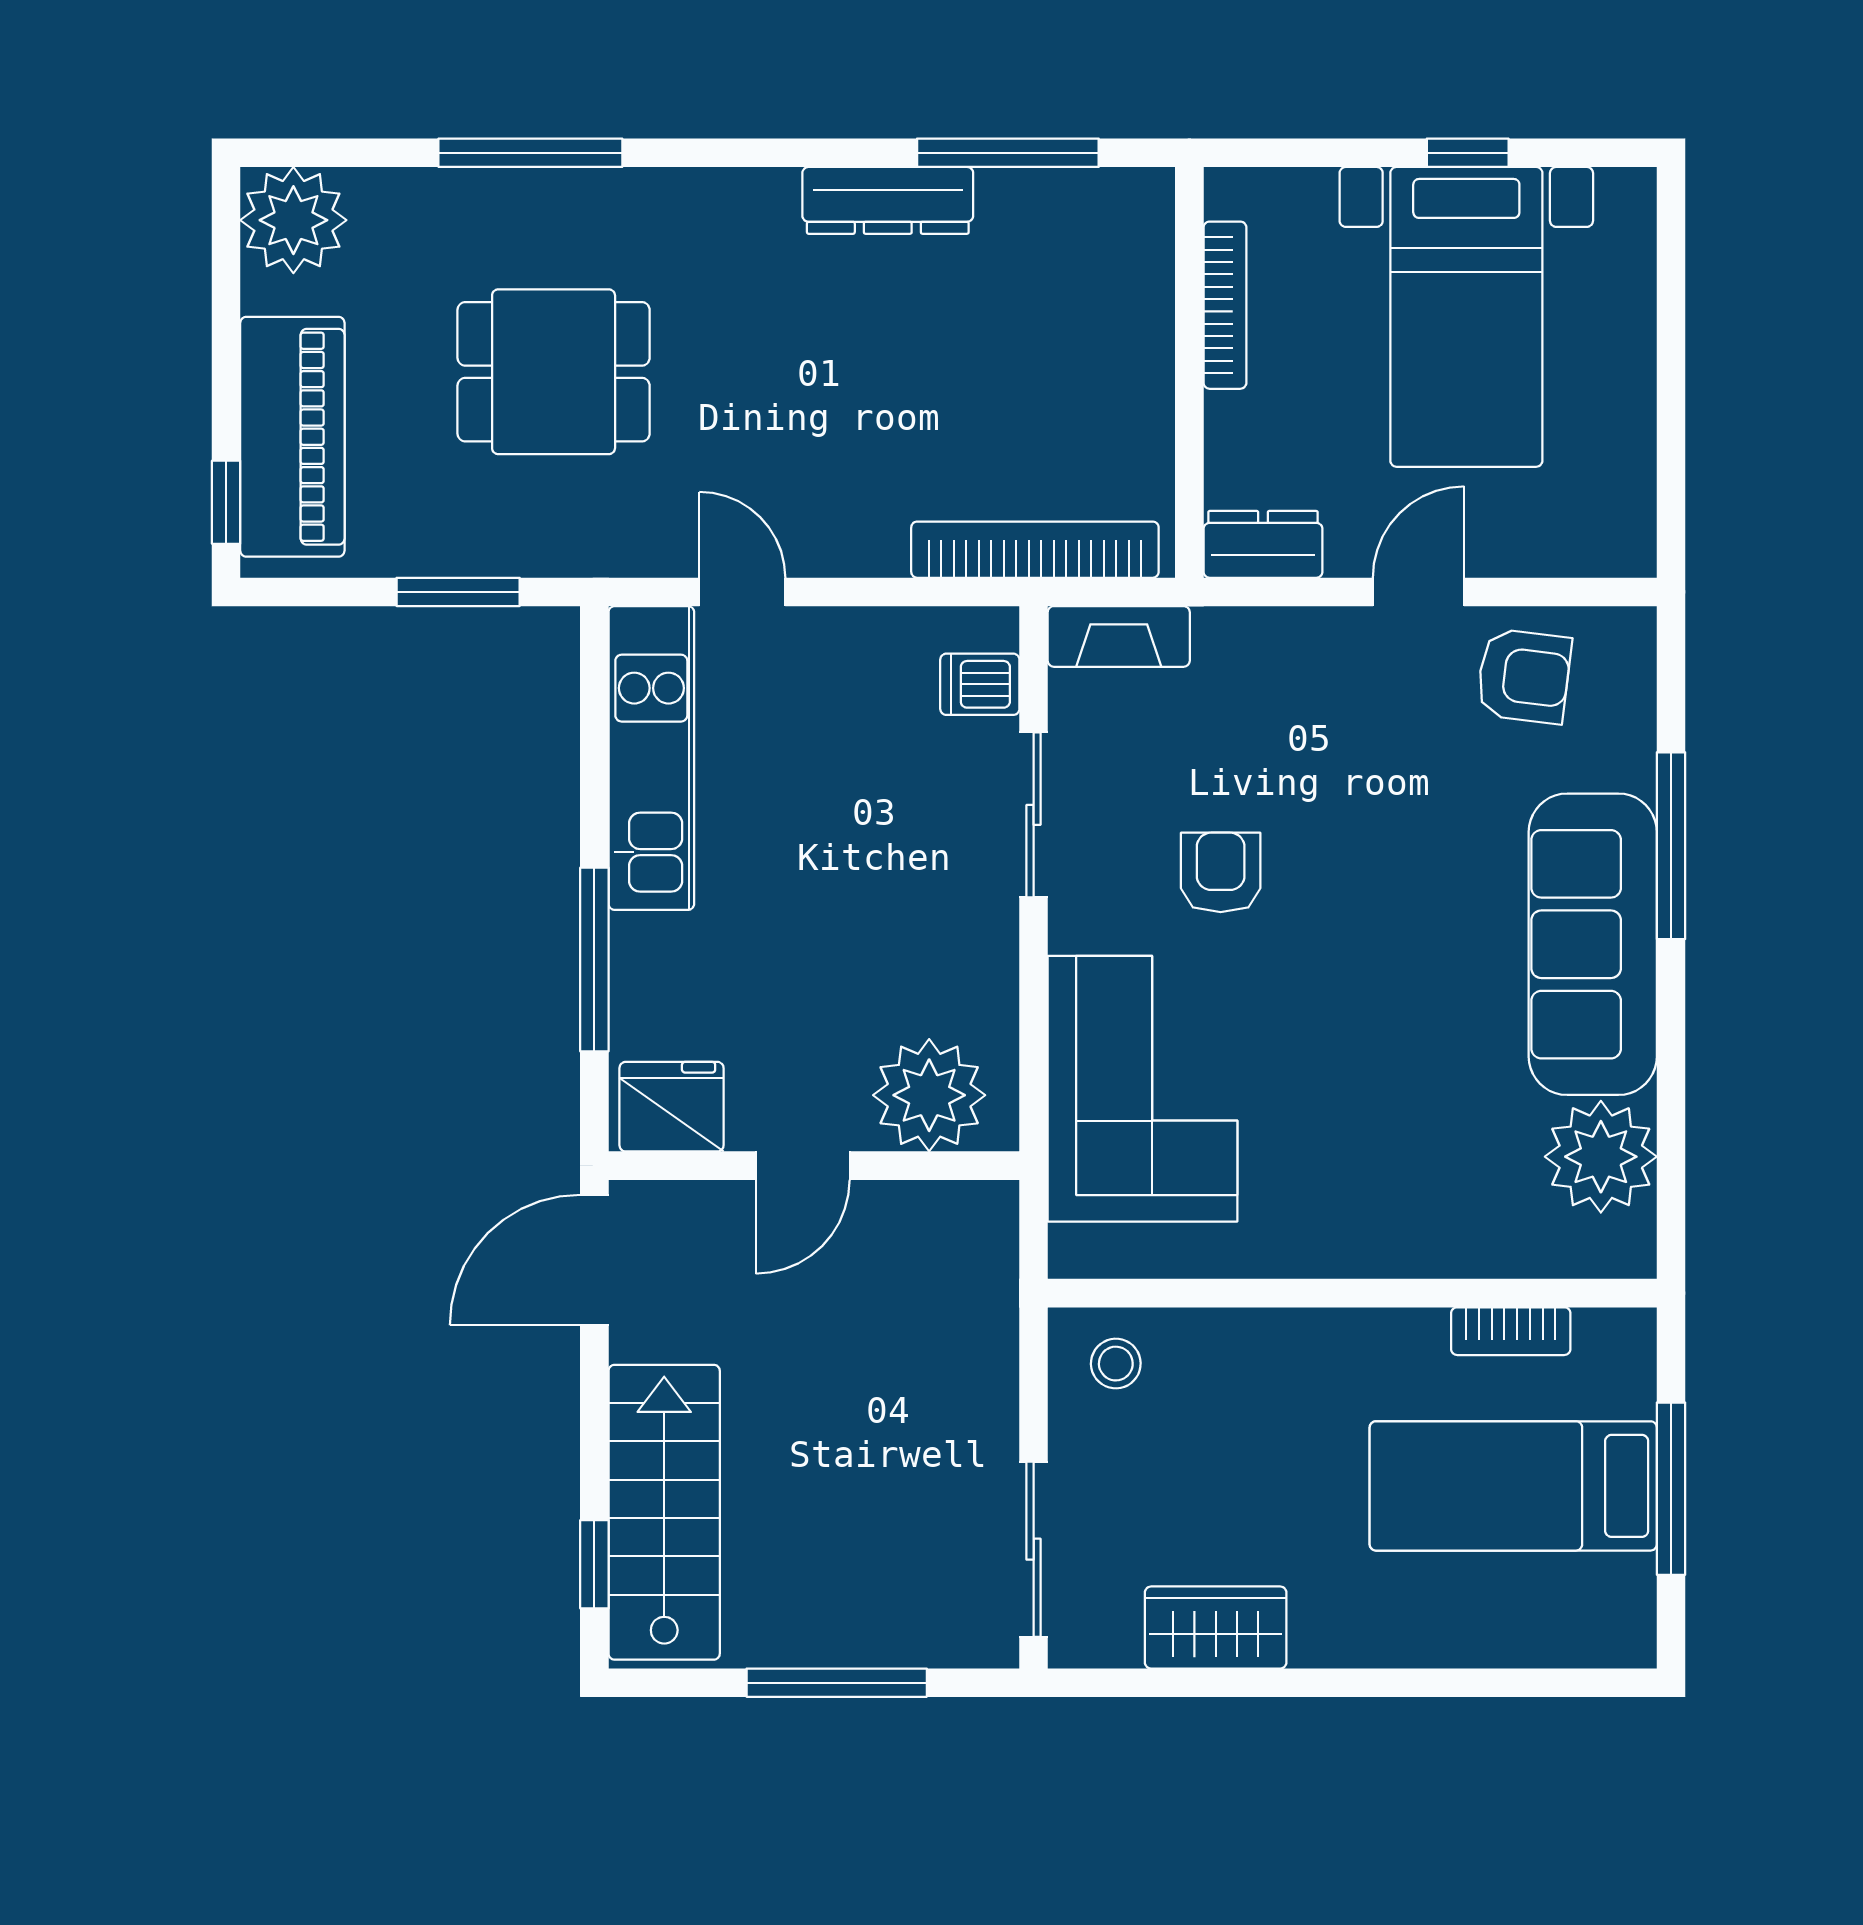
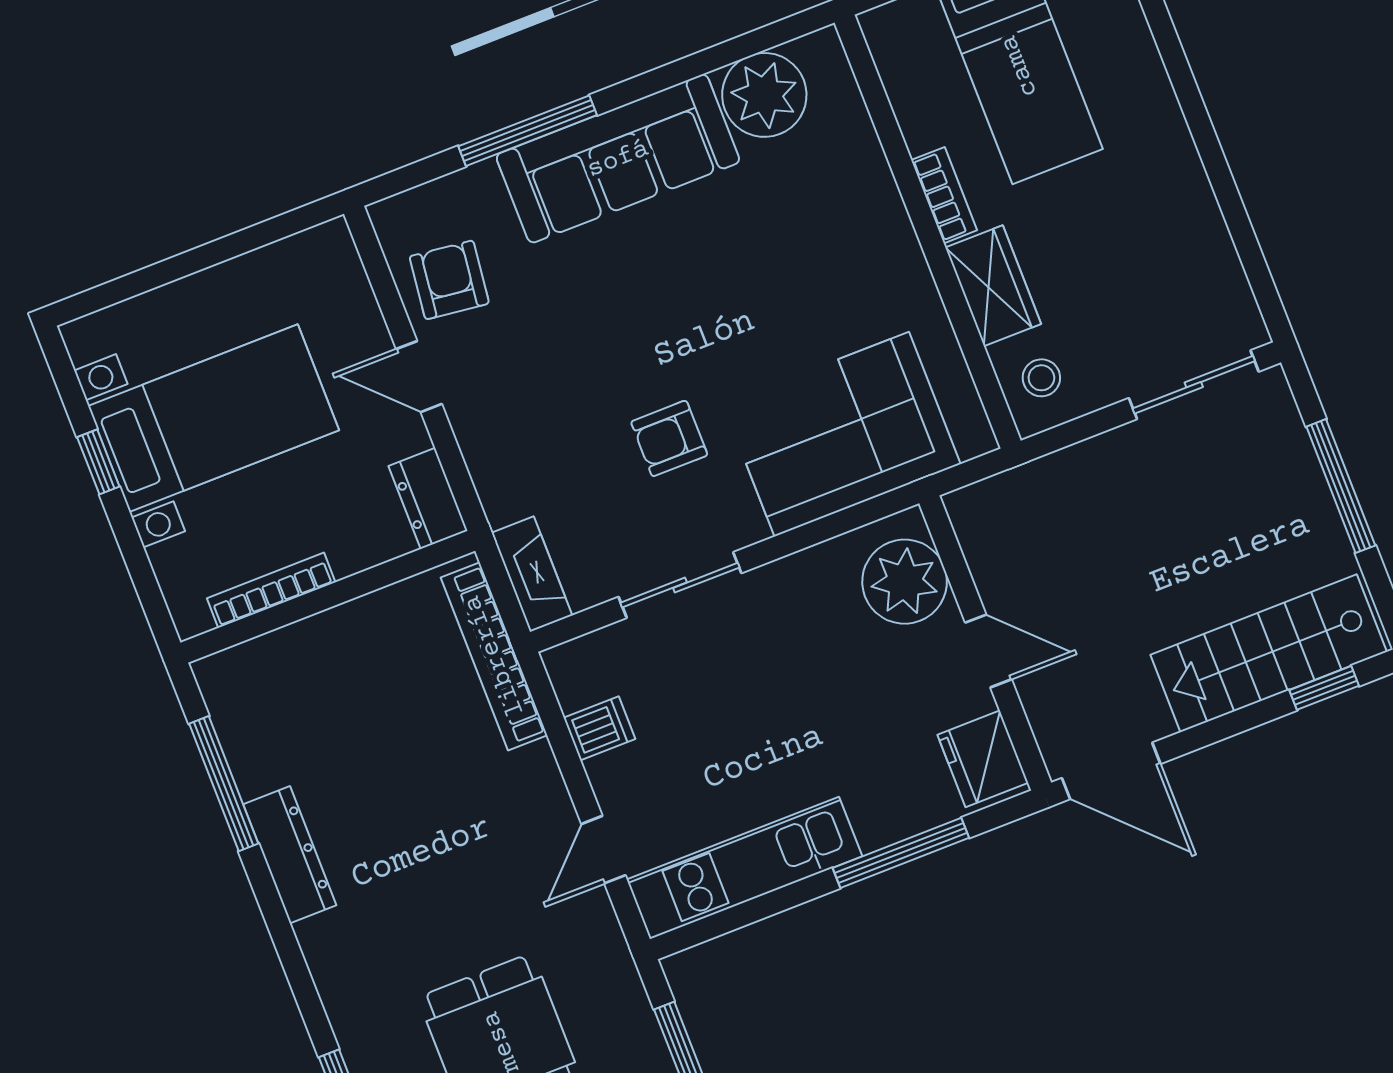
dishwasher: (980, 684) -> (599, 728), moved, turned -90
bookcase: (1511, 1331) -> (944, 195), moved
wardrobe: (1216, 1627) -> (993, 286), moved, turned 180

